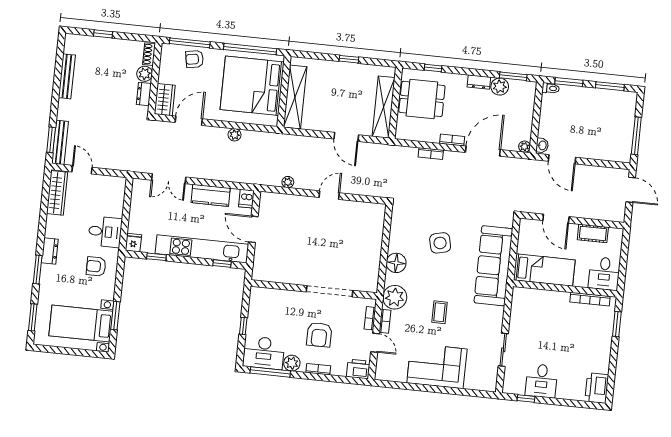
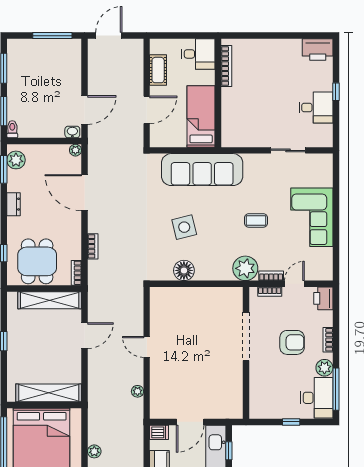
plant: (500, 87) -> (16, 160), moved
bookcase: (452, 140) -> (76, 273), moved
floor lamp: (396, 263) -> (184, 270), moved
window: (617, 324) -> (249, 36), removed
window: (526, 398) -> (336, 92), moved

